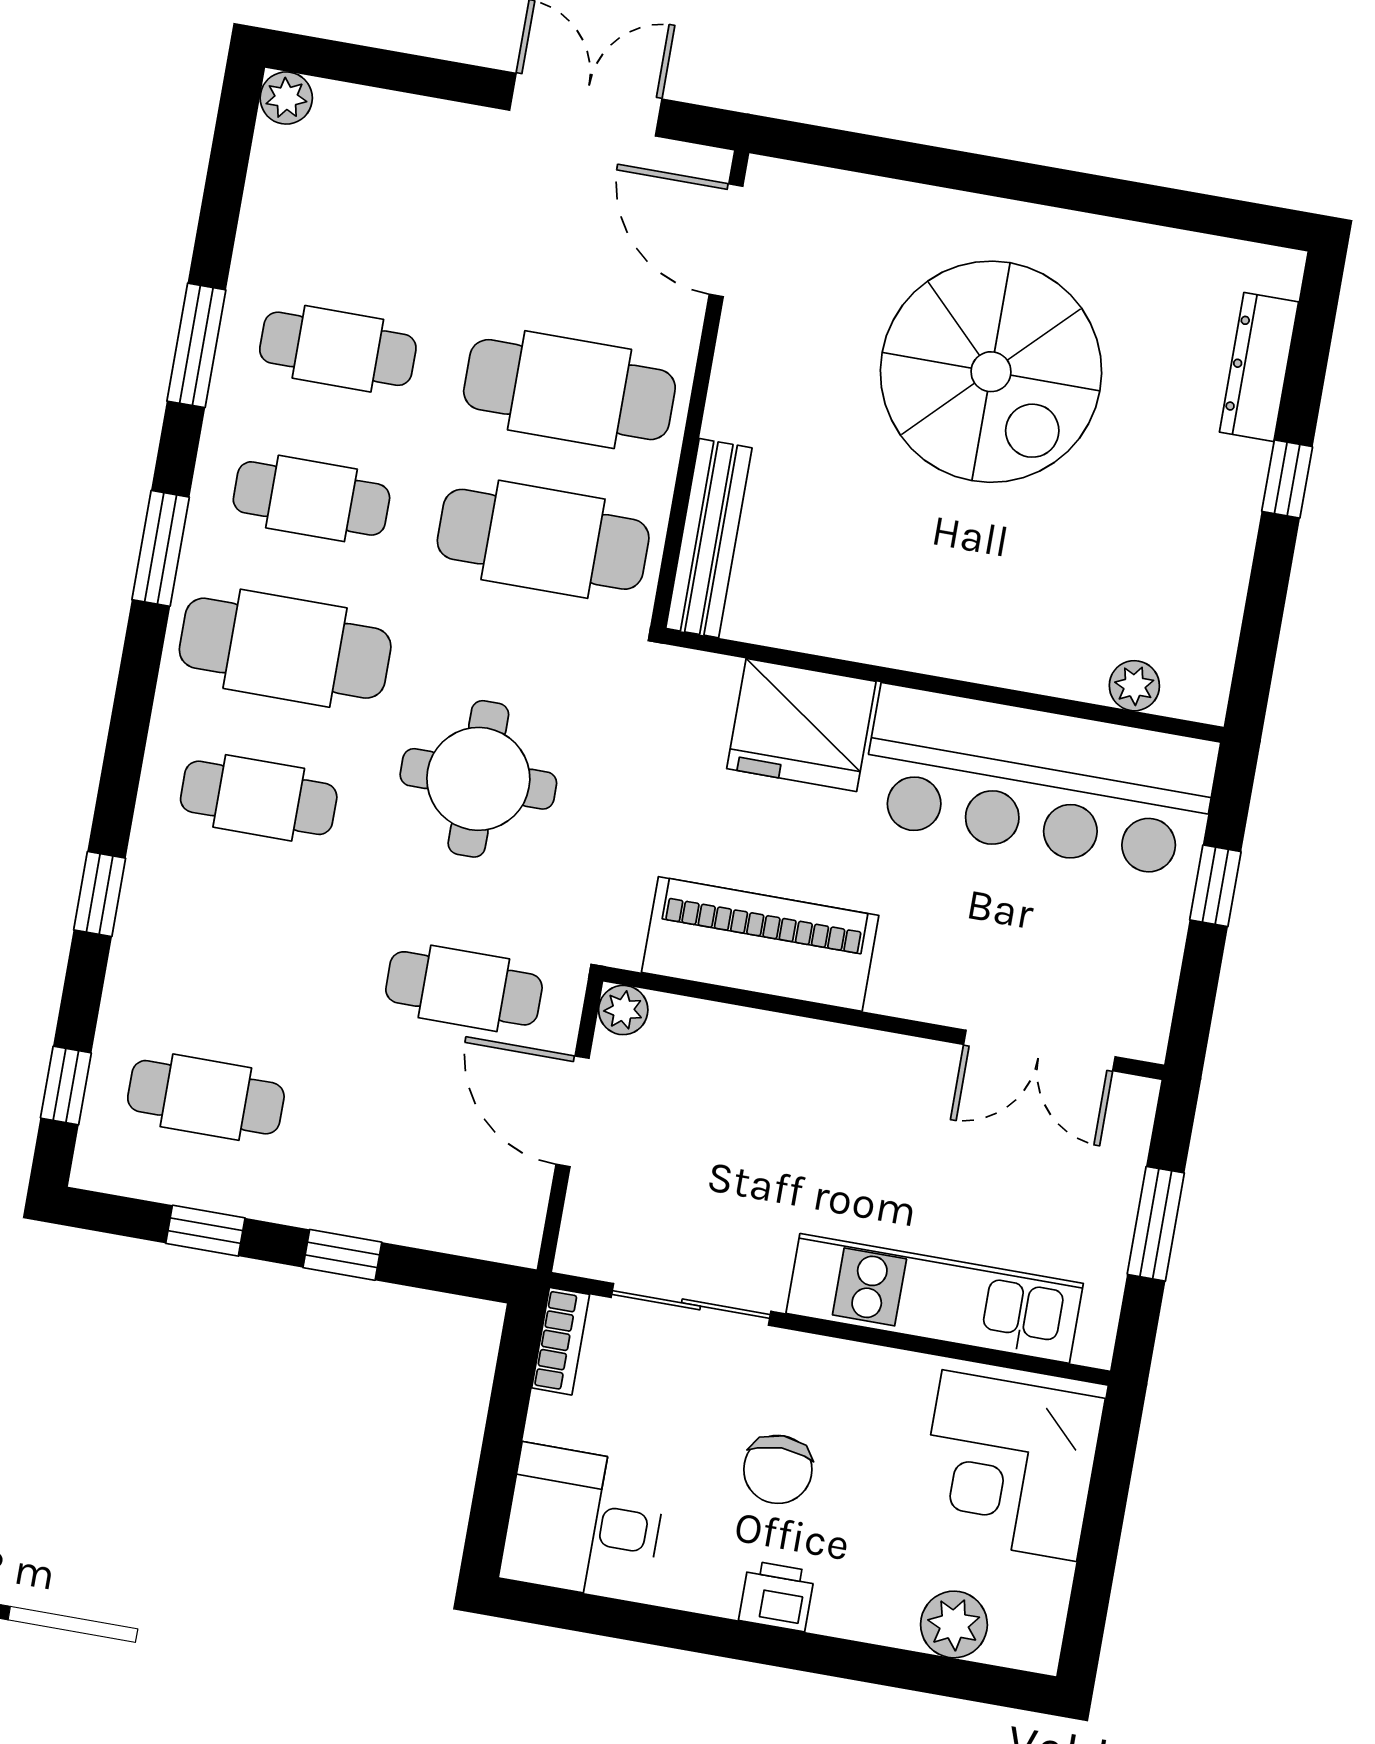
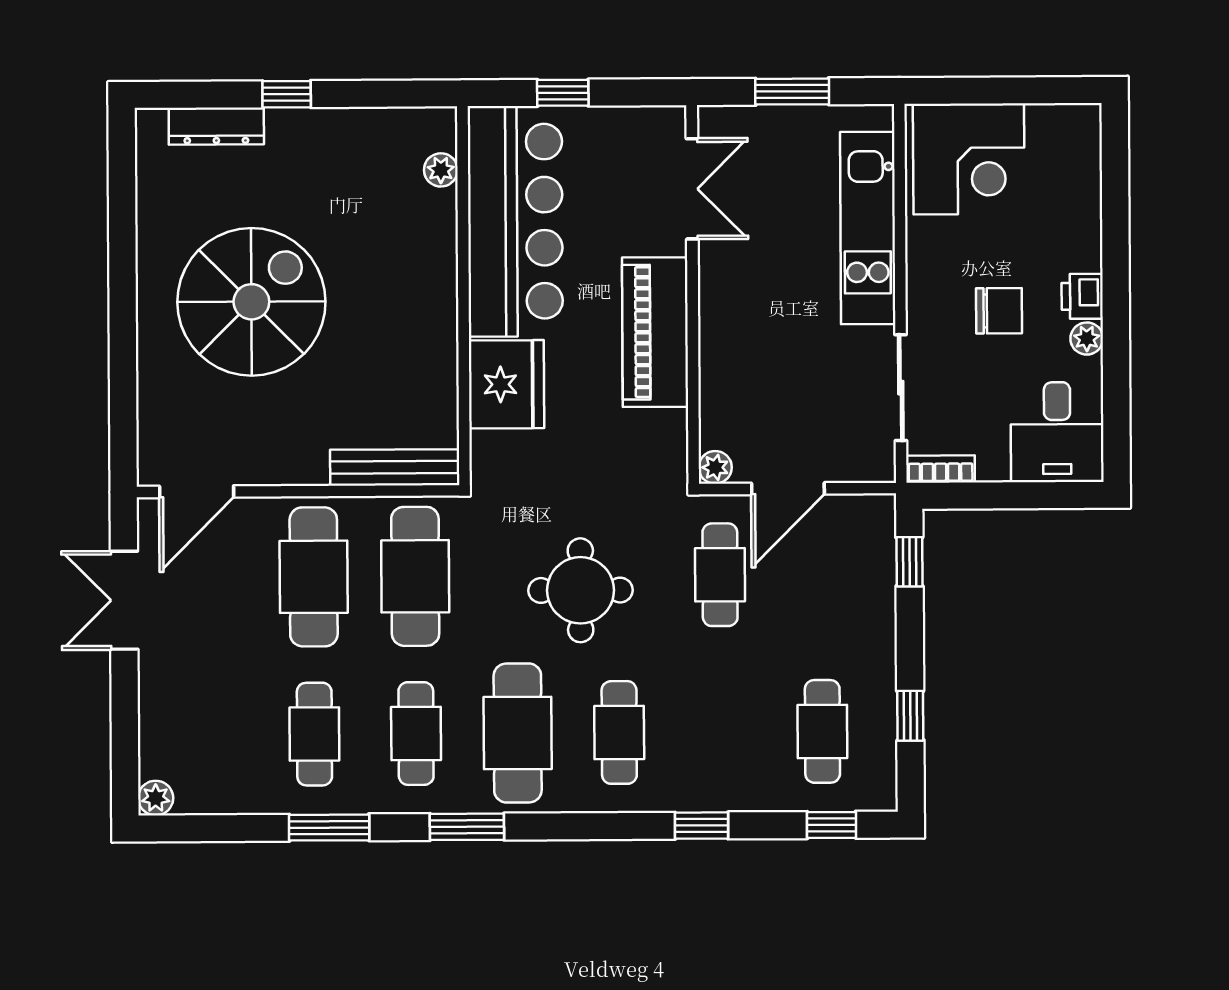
piano: (760, 944) -> (655, 332), moved
window: (342, 1255) -> (909, 562), moved
plant: (954, 1624) -> (1087, 339), moved, width x0.73, depth x0.73

